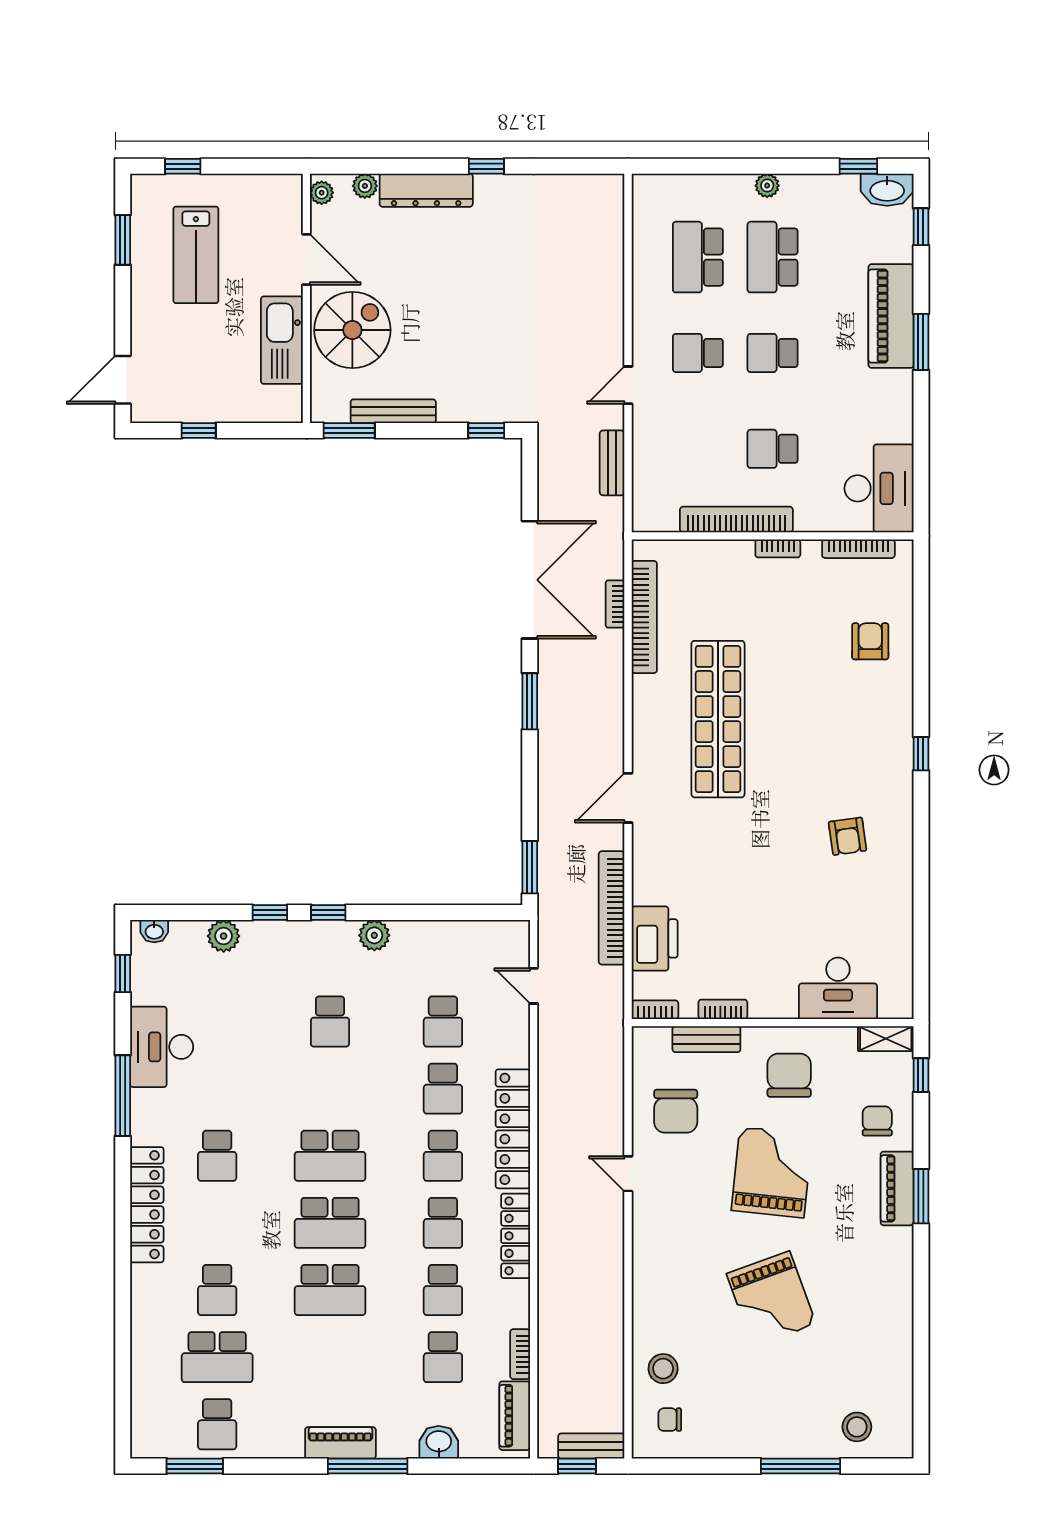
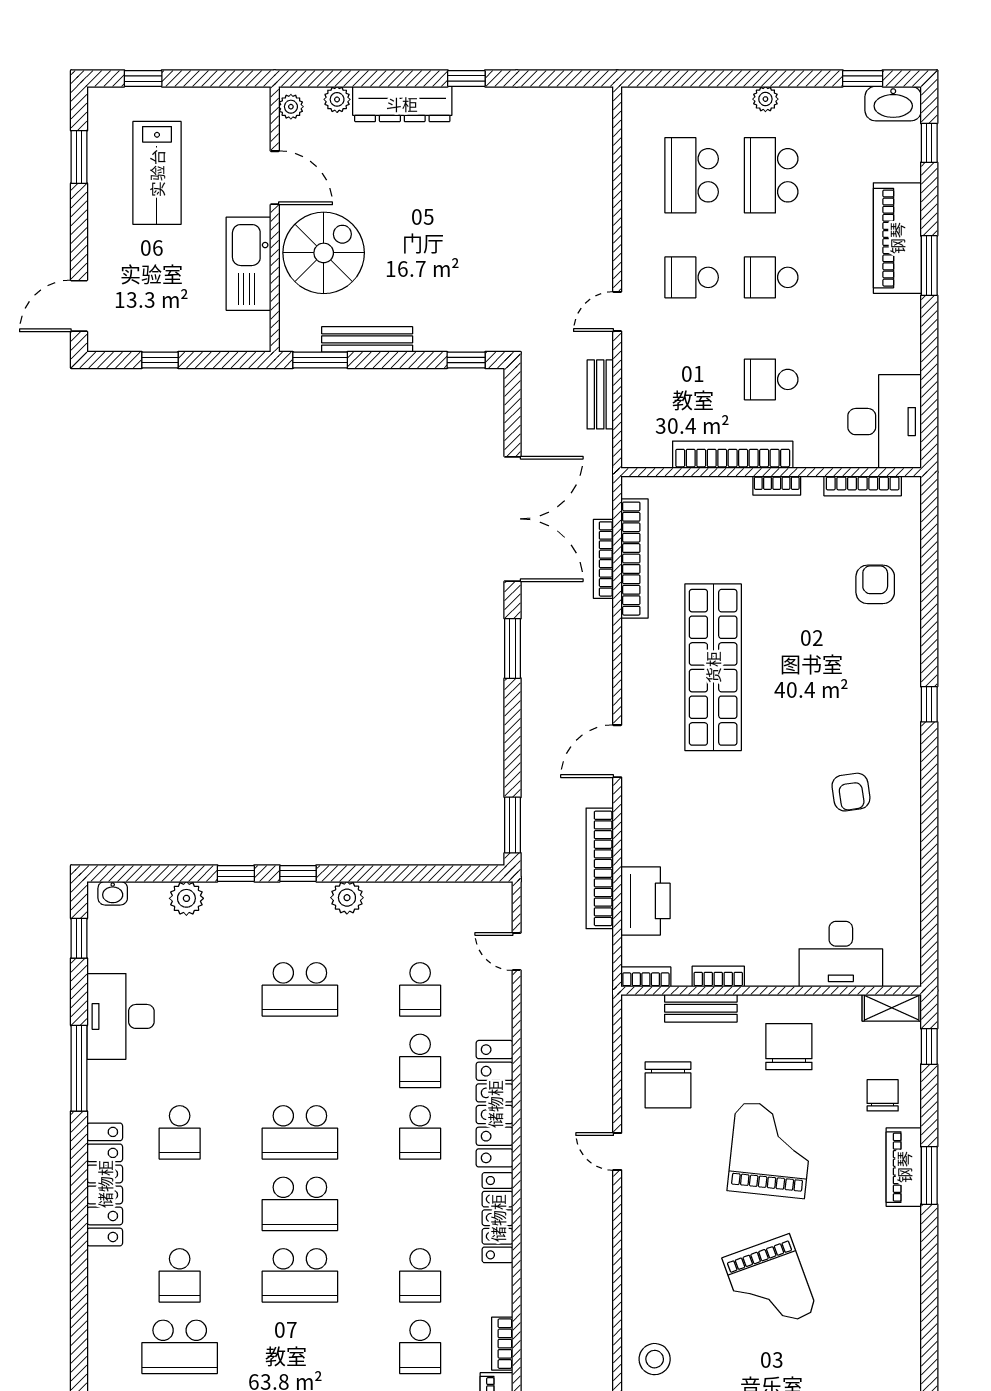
bookcase: (615, 604) -> (603, 559), width x1.56
school desk: (330, 1022) -> (300, 989), width x1.85
school desk: (443, 1223) -> (420, 1204), removed

